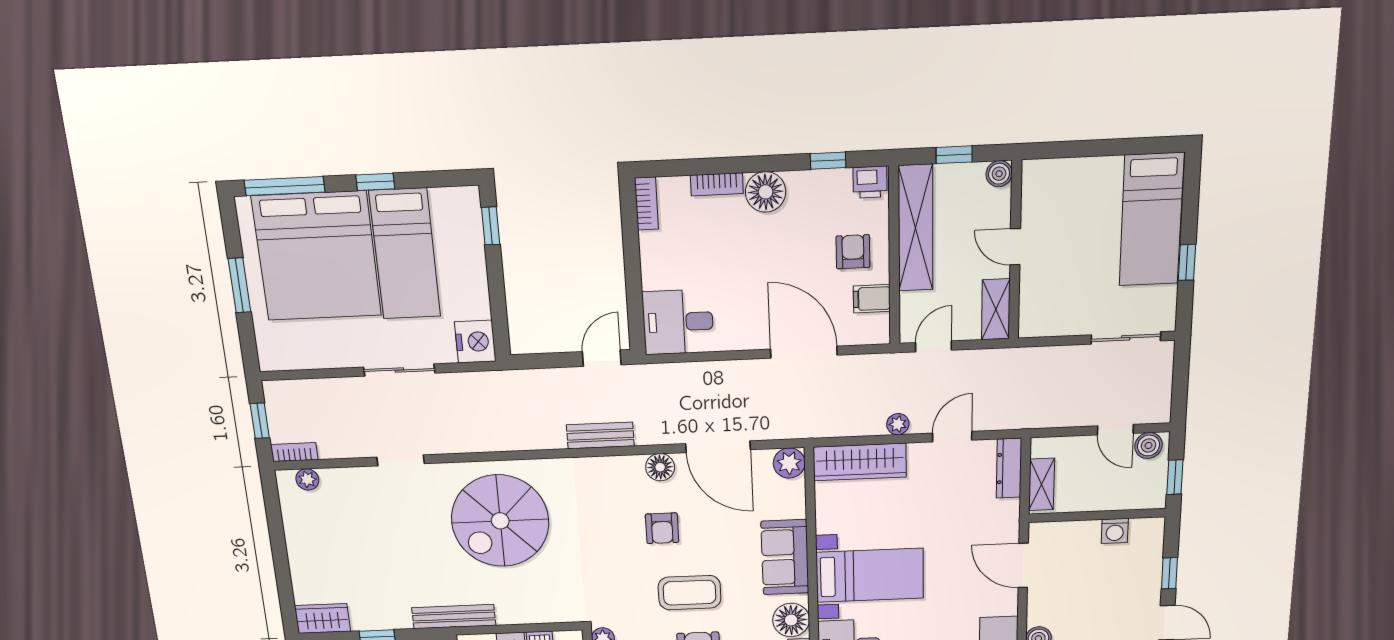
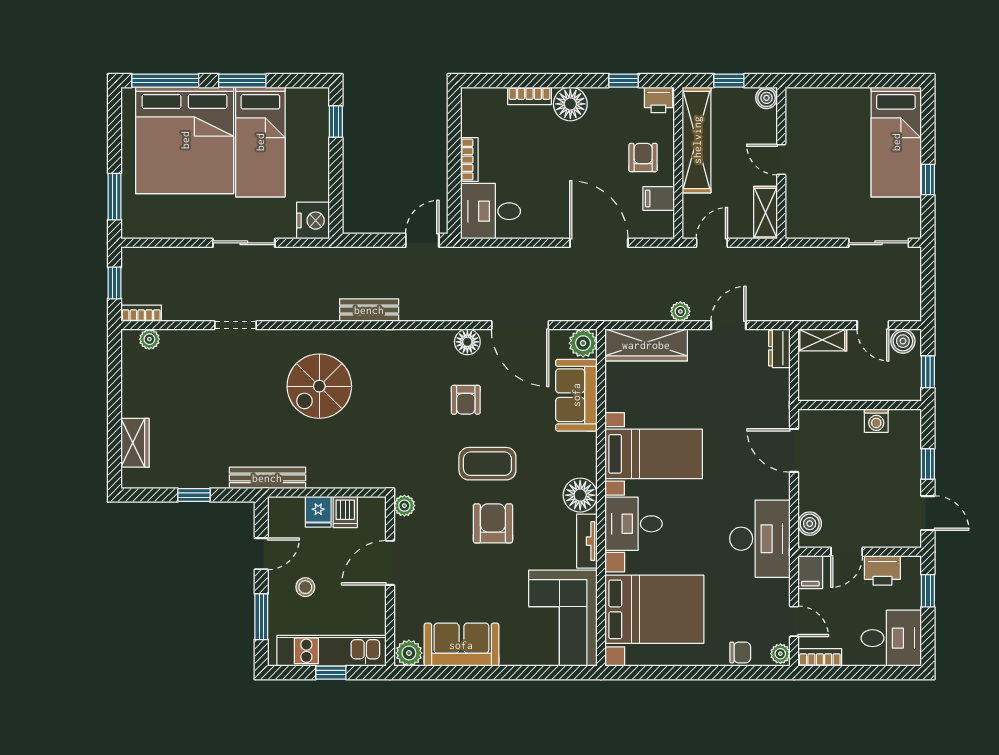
window: (375, 182) -> (242, 81), width x1.50
bookcase: (647, 203) -> (469, 160), moved
window: (239, 285) -> (115, 197), moved
bench: (600, 435) -> (369, 310), moved
dresser: (1009, 468) -> (779, 348), width x0.70
shelving: (1042, 484) -> (822, 340), moved, turned 90
spiral stairs: (500, 521) -> (319, 386), width x0.73, depth x0.73
sofa: (785, 557) -> (576, 395), moved
wardrobe: (323, 618) -> (135, 443), moved, turned 90

